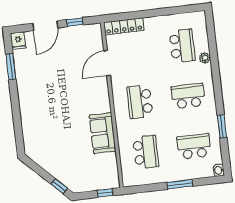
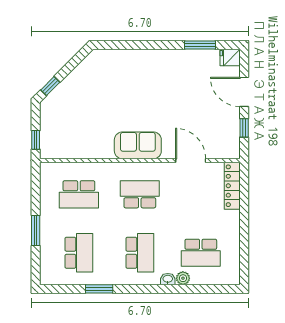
sofa: (103, 133) -> (138, 145), moved
washbasin: (219, 170) -> (168, 279), moved

